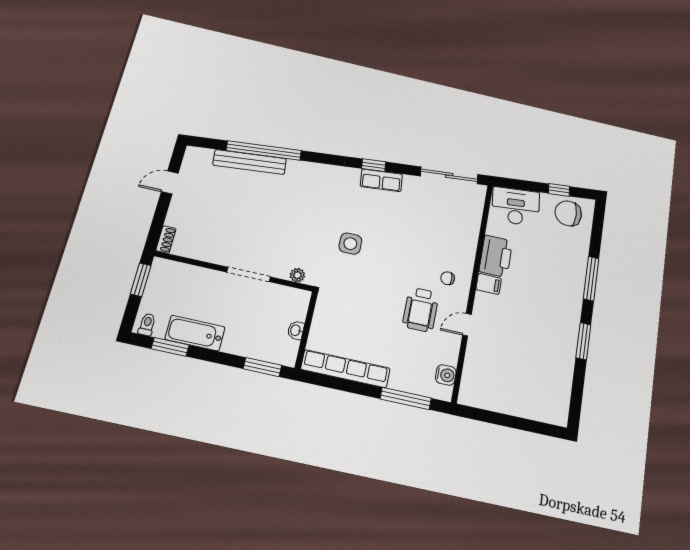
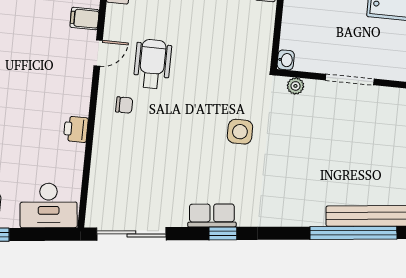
printer: (496, 256) -> (76, 129), width x0.53, depth x0.68
filing cabinet: (489, 284) -> (85, 19), moved
washbasin: (296, 330) -> (286, 60), moved

